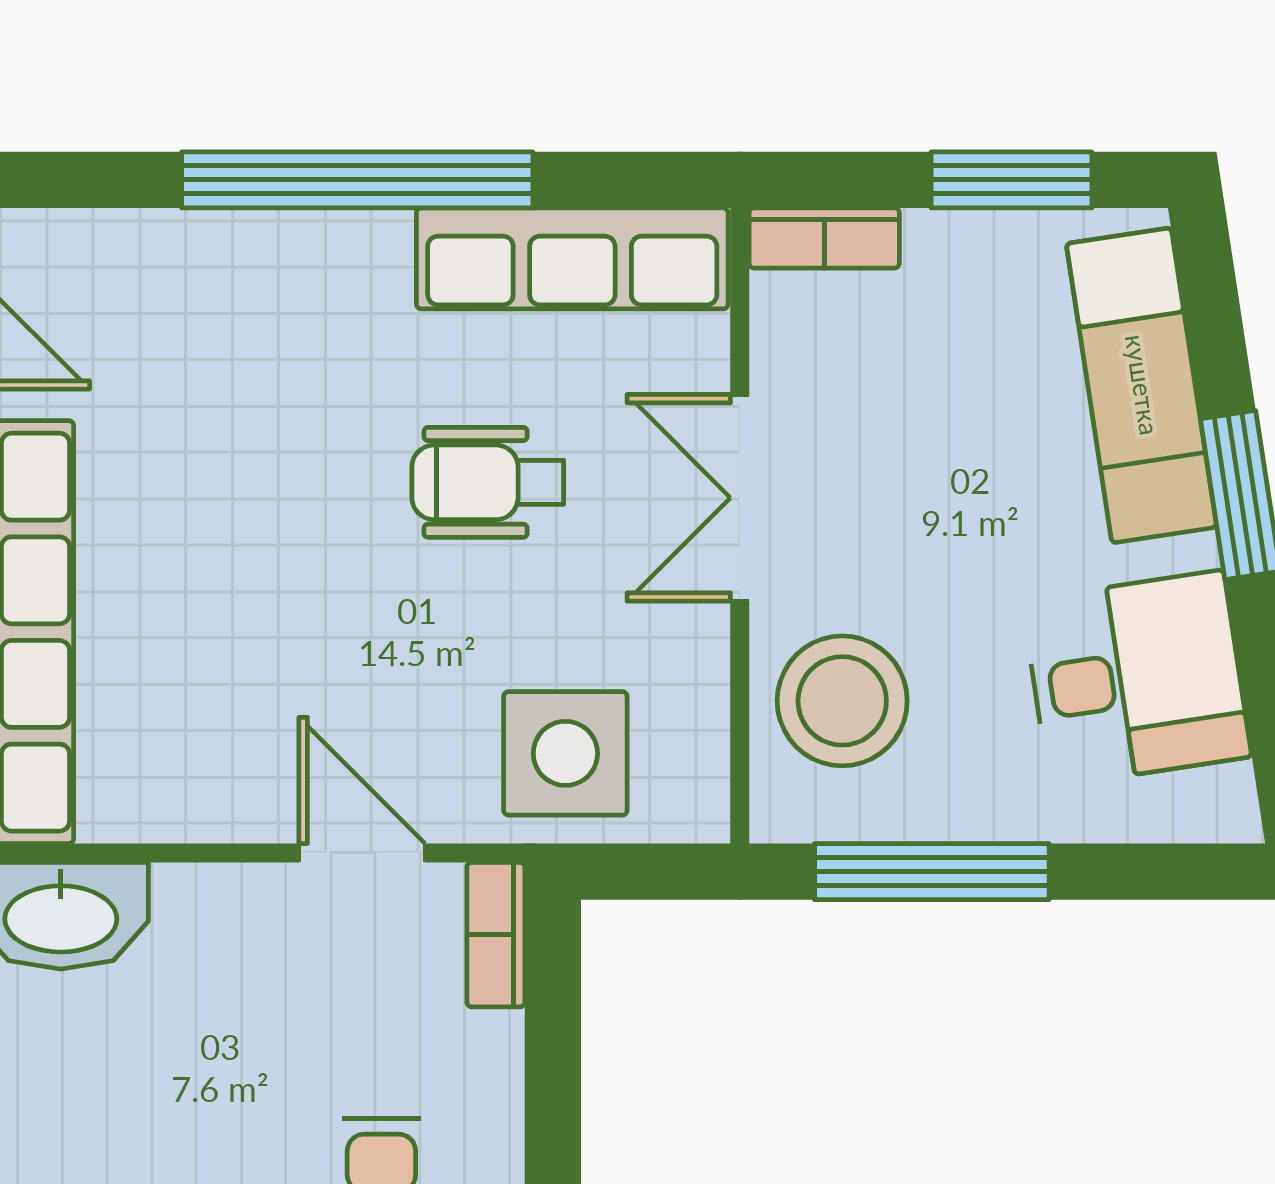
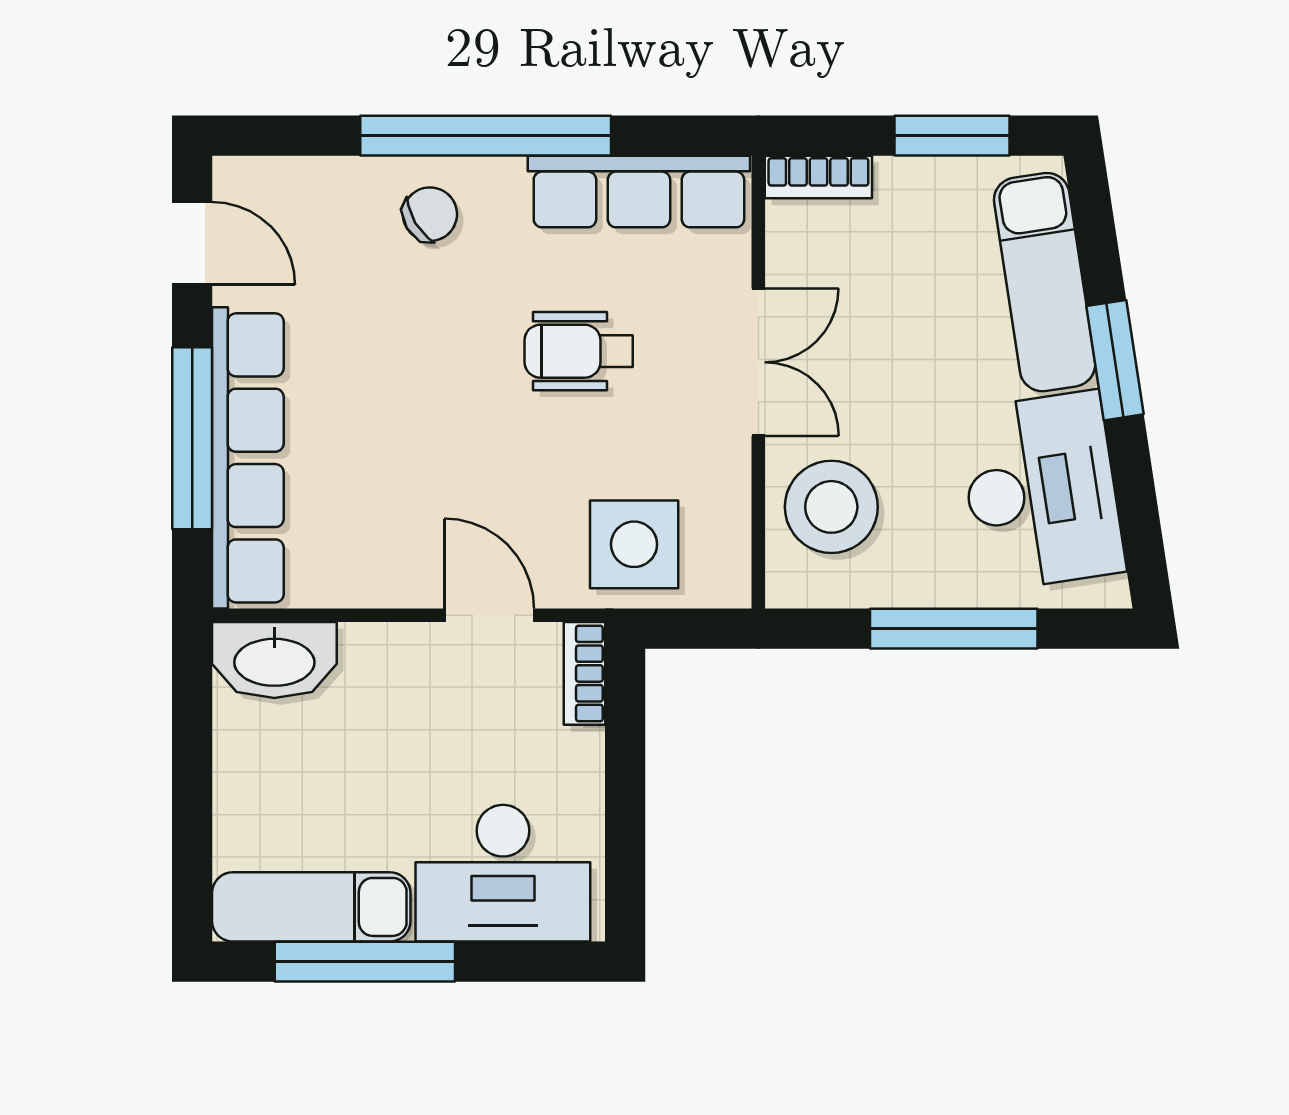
chair: (279, 290) -> (430, 214), added
double door: (740, 498) -> (758, 362), swing flipped
desk: (1137, 678) -> (1041, 491), width x1.37
window: (932, 872) -> (954, 629), moved

